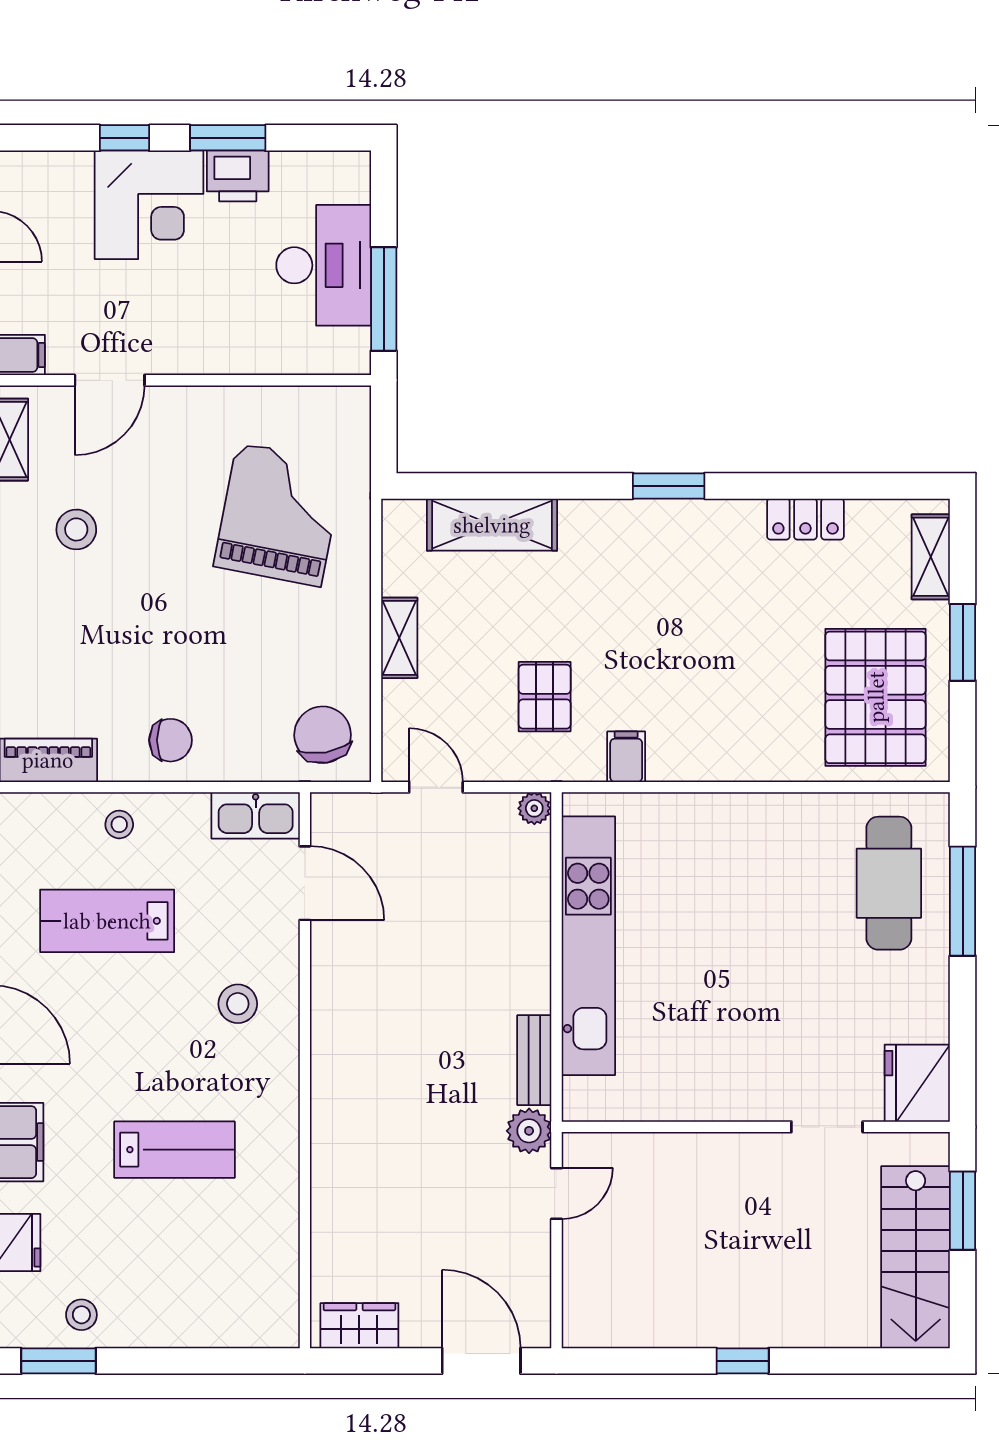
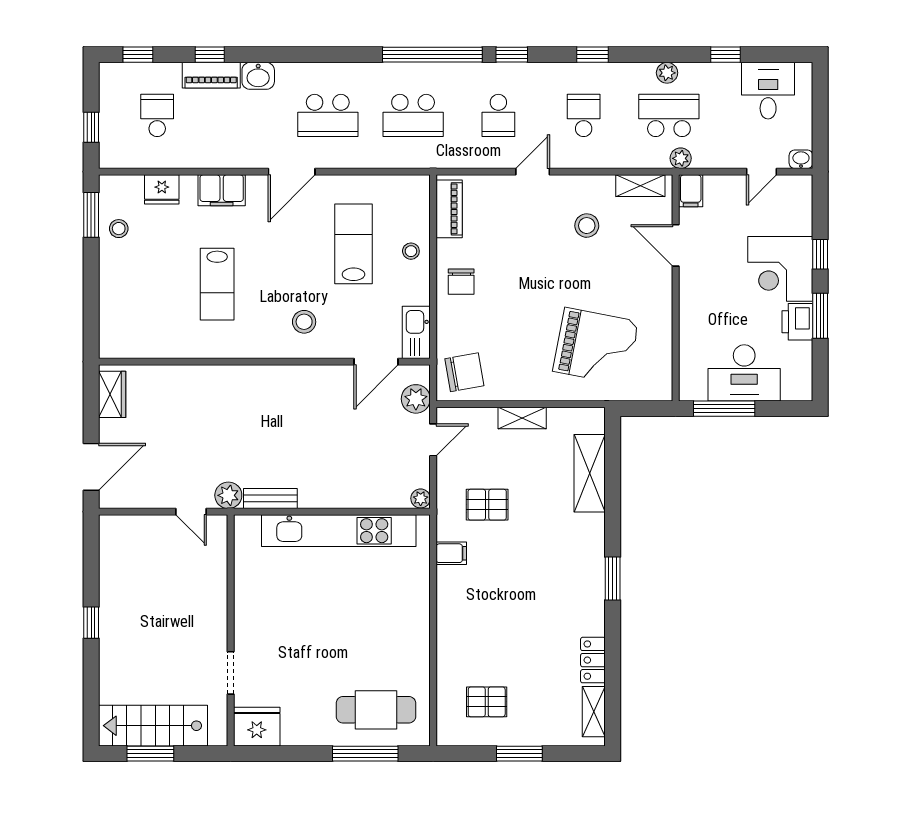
shelving: (931, 557) -> (594, 712), moved, turned 90
pallet: (876, 697) -> (487, 702), width x0.49, depth x0.50
plant: (367, 816) -> (416, 399), added
window: (963, 1211) -> (150, 754), moved

